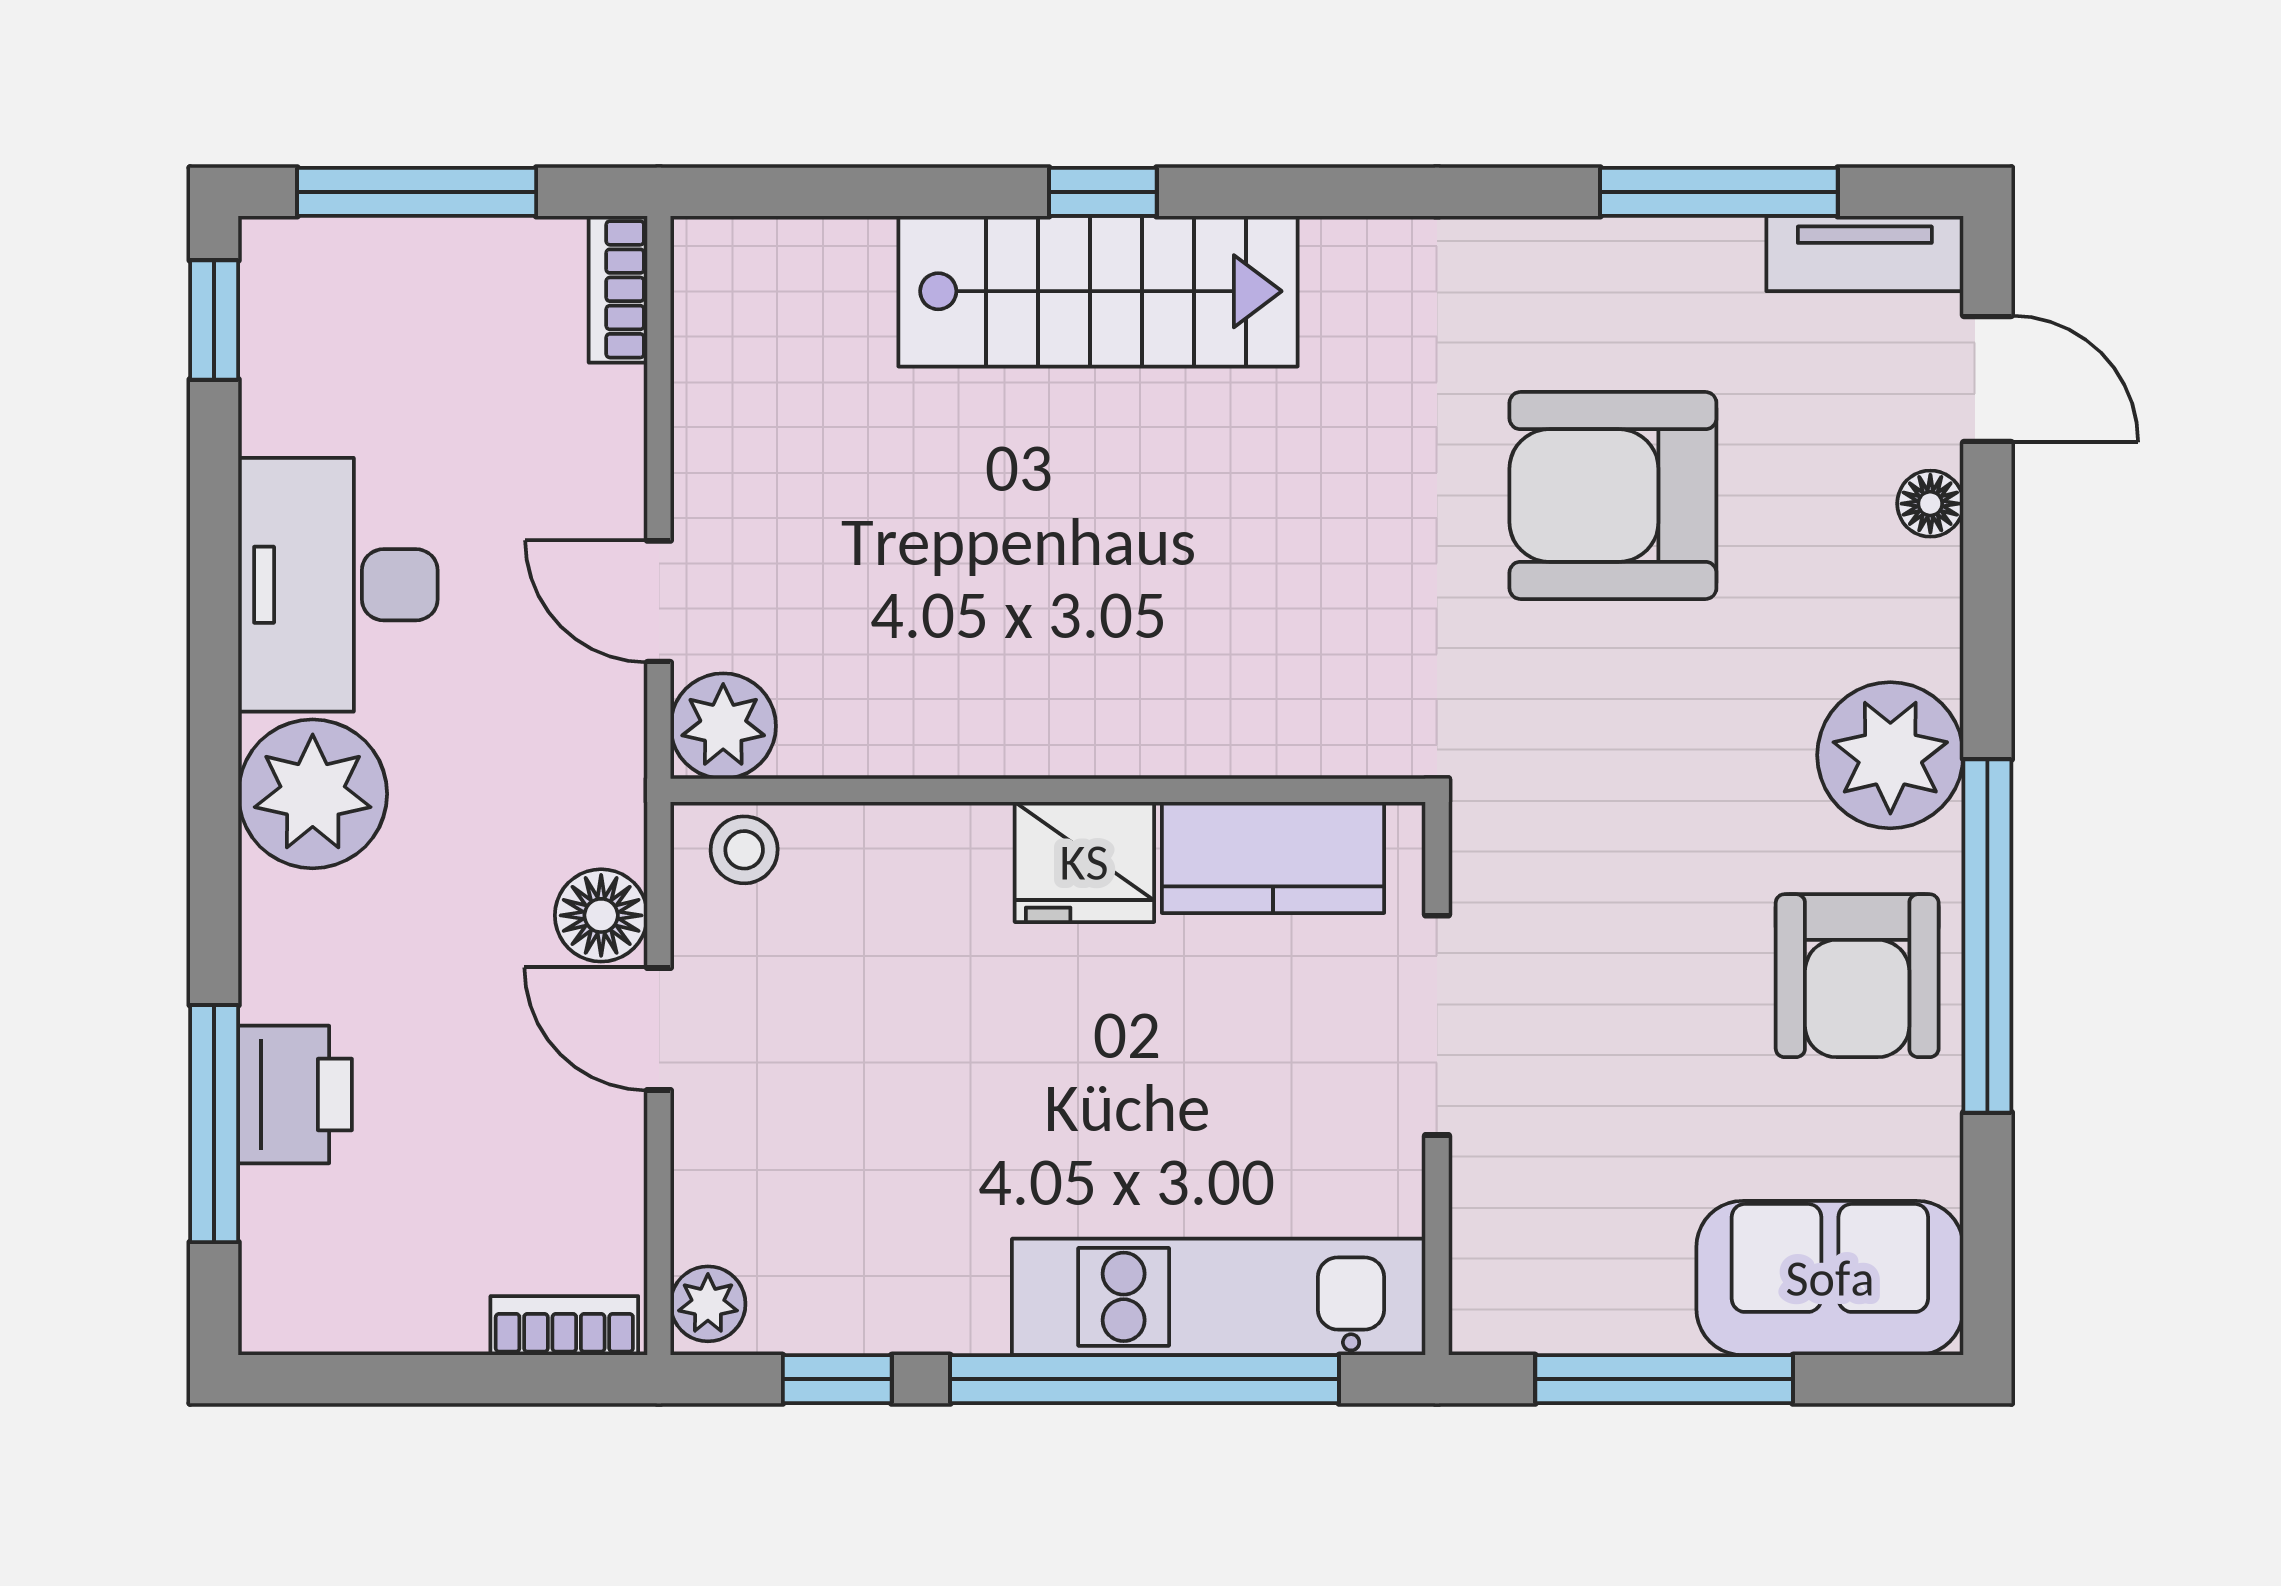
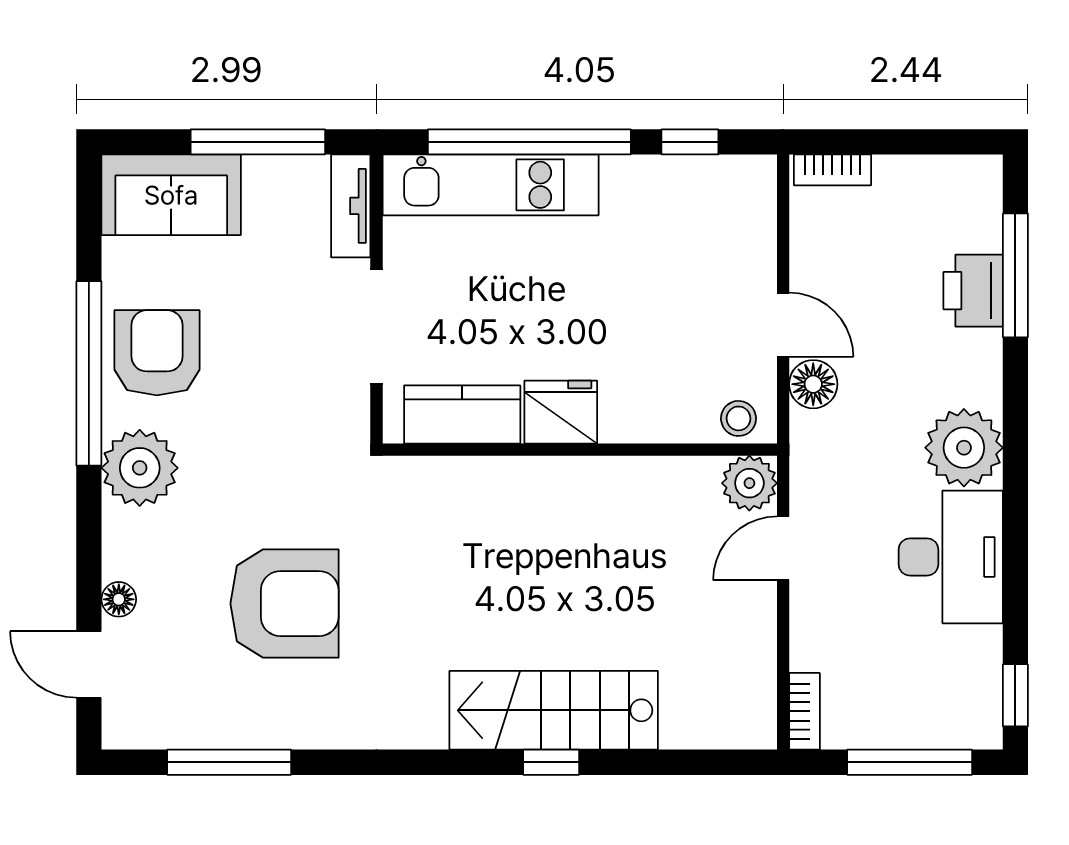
tv unit: (1865, 254) -> (351, 206), moved, turned -90
door: (659, 601) -> (783, 548), swing flipped
plant: (708, 1304) -> (757, 181), removed

